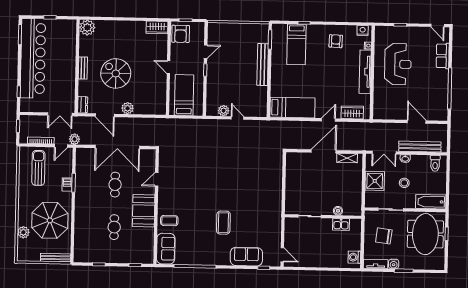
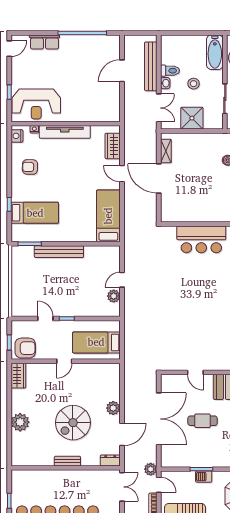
plant: (87, 28) -> (20, 422), moved
reception desk: (398, 64) -> (36, 104), moved, turned 180
toilet: (435, 163) -> (170, 71), moved
bar counter: (271, 187) -> (201, 239), added

